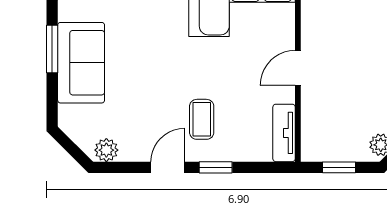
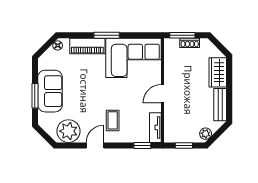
window: (52, 49) -> (35, 96), moved
plant: (106, 150) -> (68, 131), width x1.87, depth x1.87
window: (216, 167) -> (142, 145), moved

